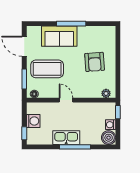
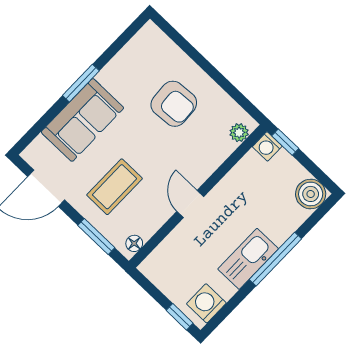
window: (71, 24) -> (81, 83), width x0.69
coffee table: (47, 69) -> (115, 187), width x0.73, depth x0.76
door: (66, 100) -> (190, 204), hinge flipped
washing machine: (33, 121) -> (206, 303), moved, turned -90
washing machine: (111, 125) -> (267, 146), moved

